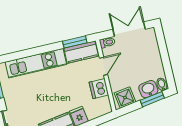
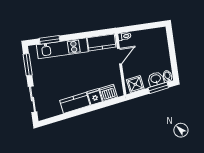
double door: (129, 29) -> (144, 27), removed
window: (75, 42) -> (50, 40), moved
dishwasher: (99, 89) -> (108, 93), moved, turned 81

